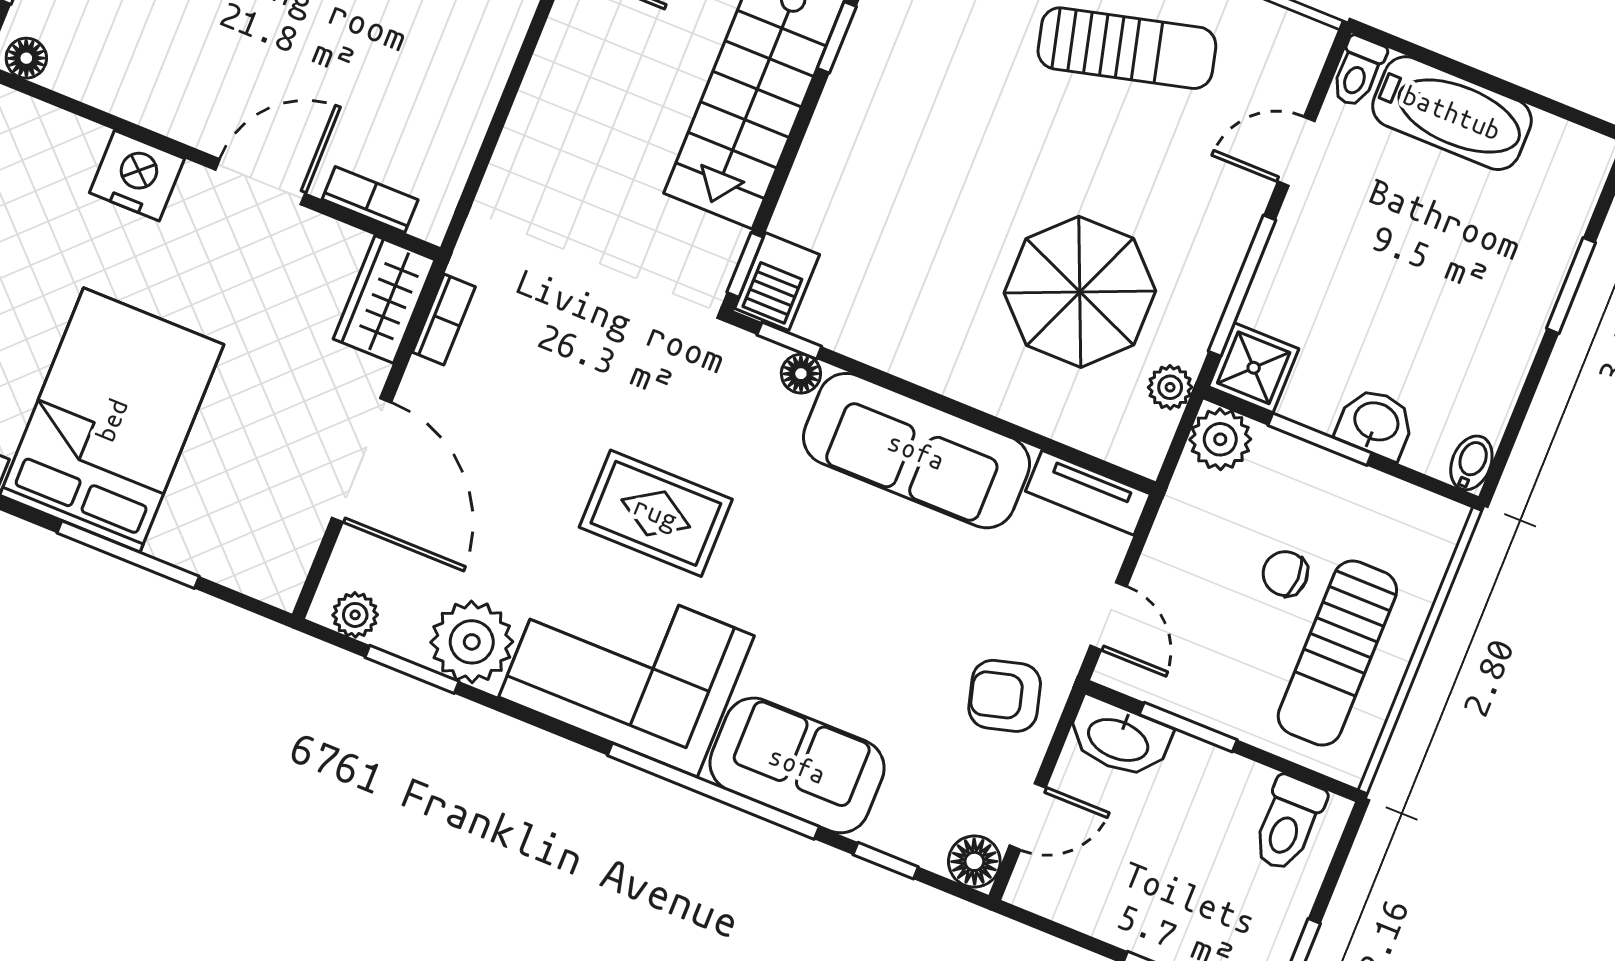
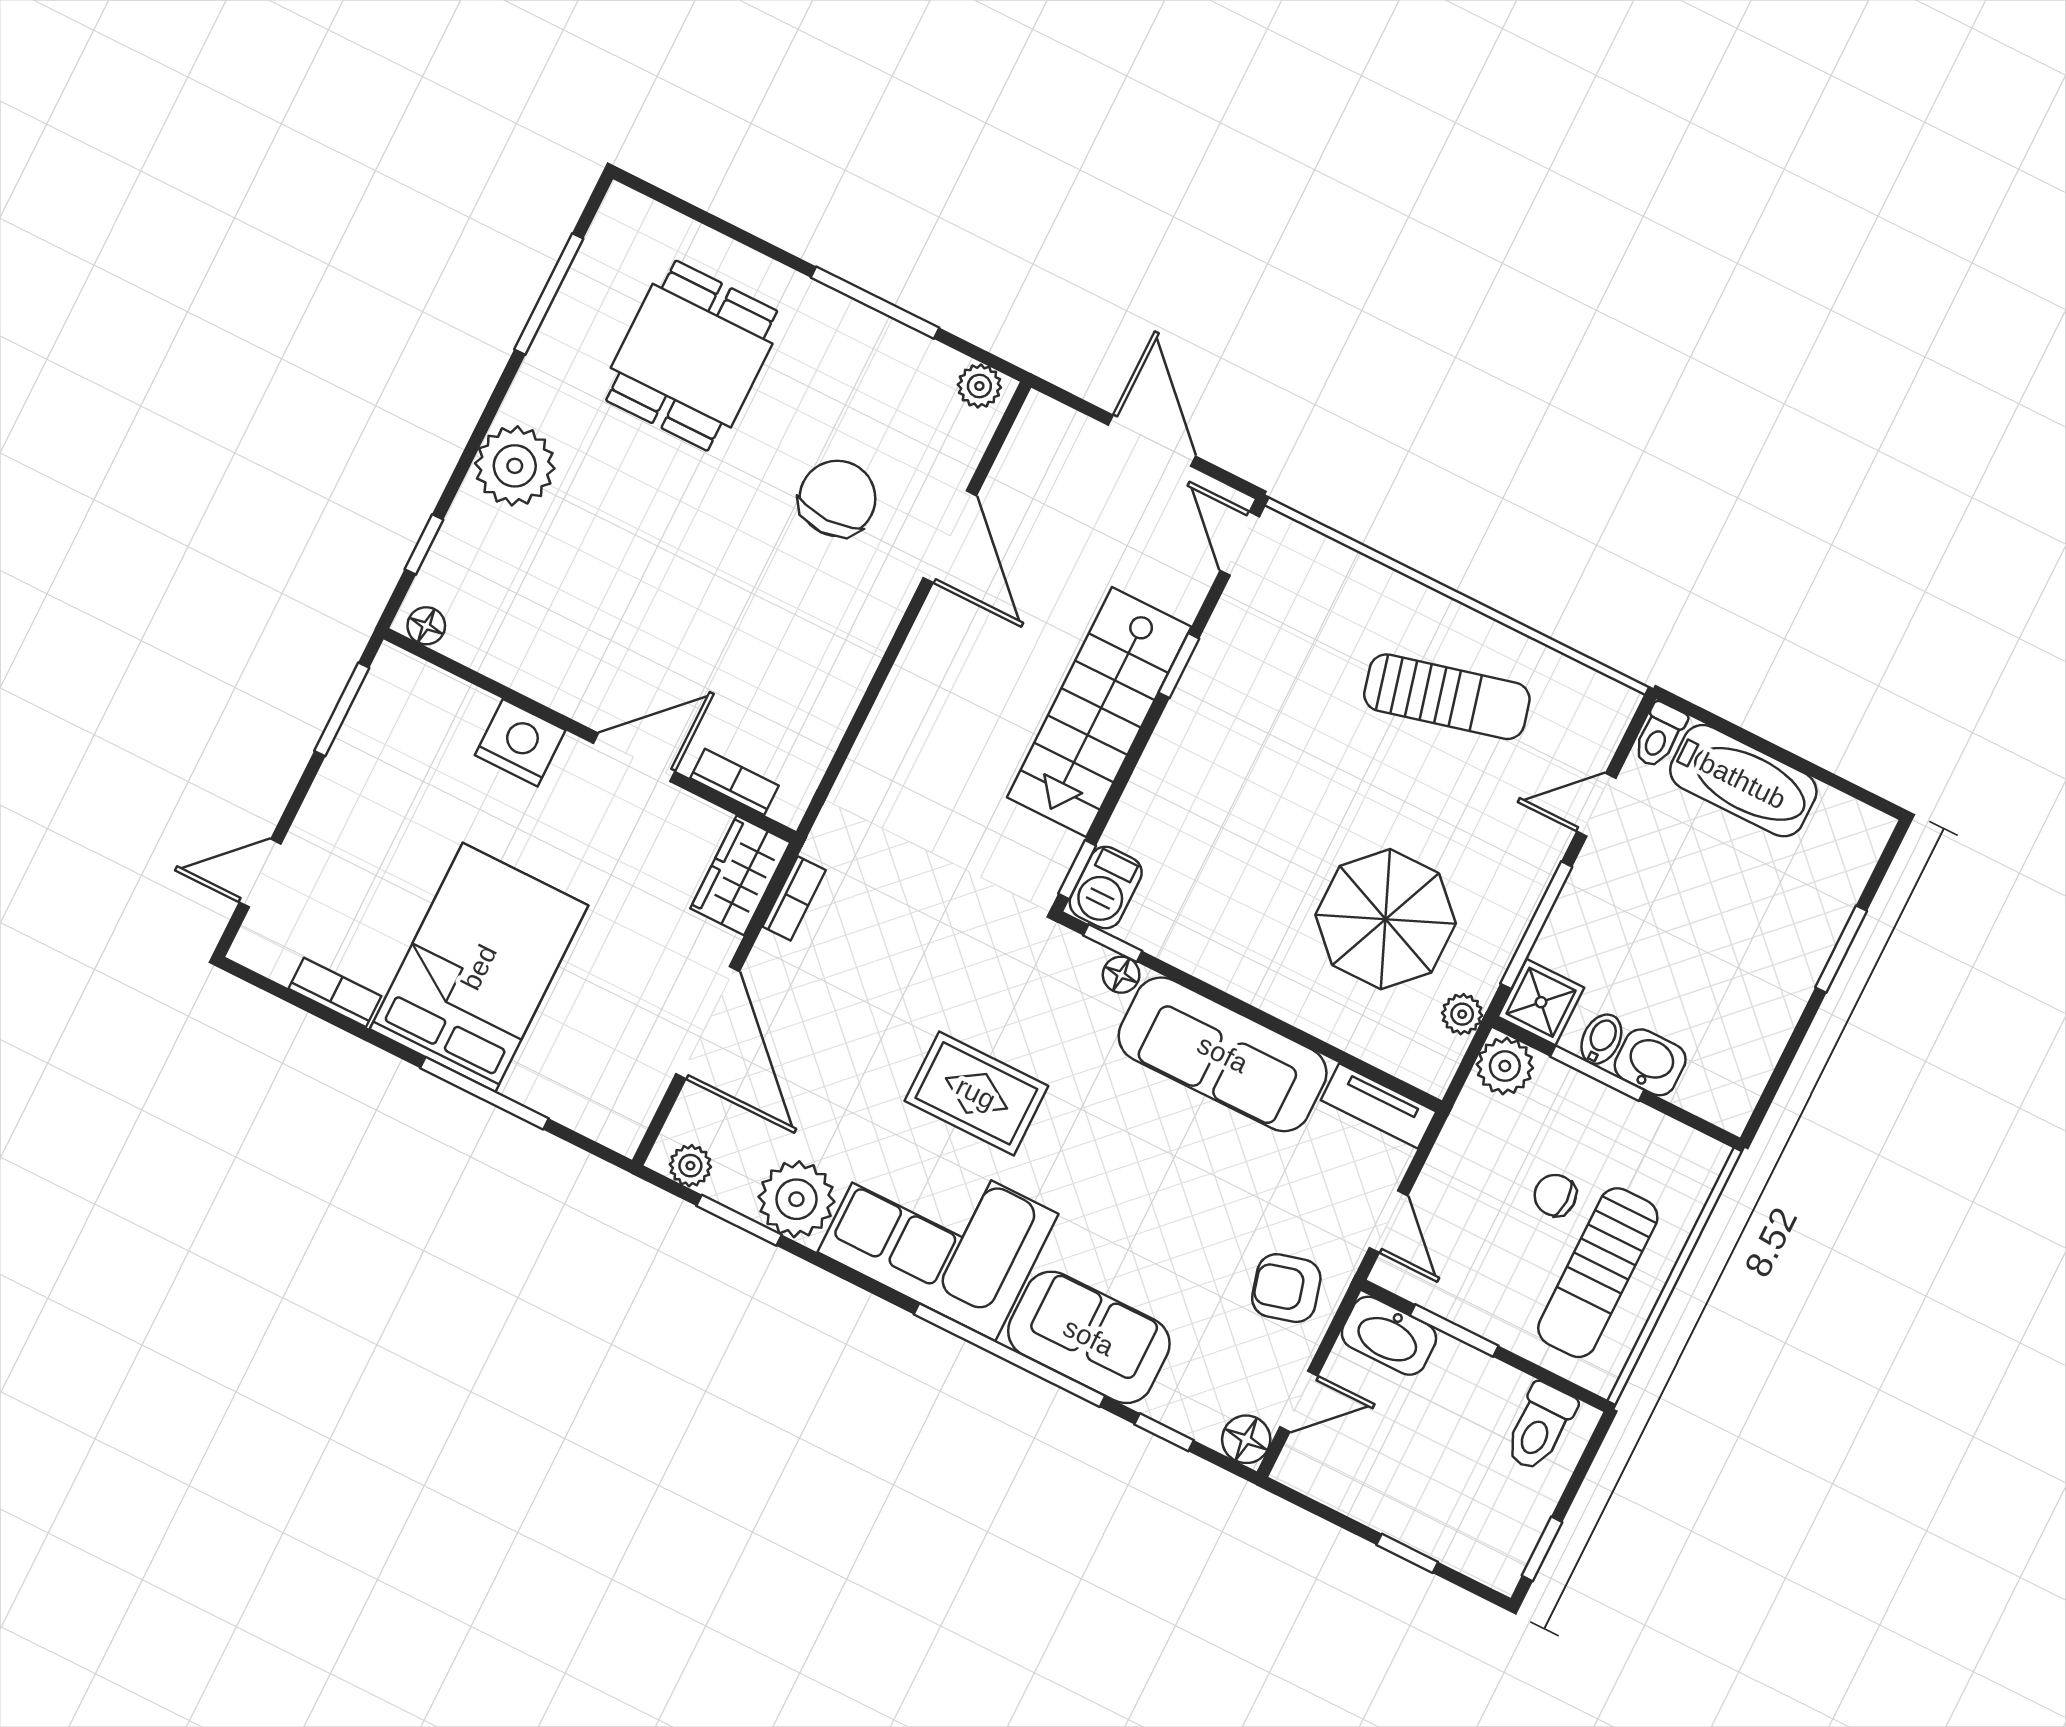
bidet: (1471, 463) -> (1601, 1039), moved

